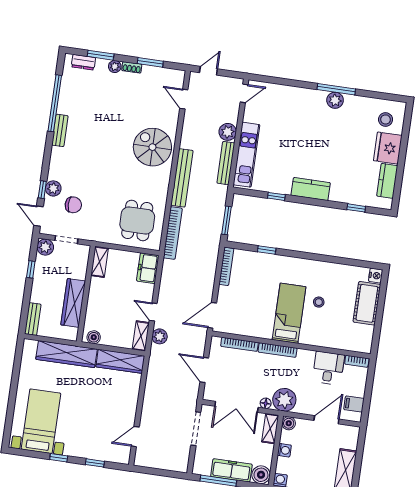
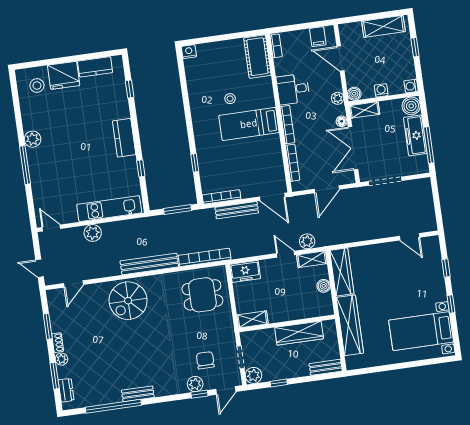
window: (336, 89) -> (25, 165), moved
bench: (226, 163) -> (237, 210), moved
cot: (367, 303) -> (257, 57), moved, turned 90
door: (153, 312) -> (286, 254), swing flipped
boiler: (94, 337) -> (324, 286), moved
desk: (328, 368) -> (293, 89), moved
plant: (284, 400) -> (338, 98), width x0.53, depth x0.53
double door: (236, 407) -> (353, 148), swing flipped

